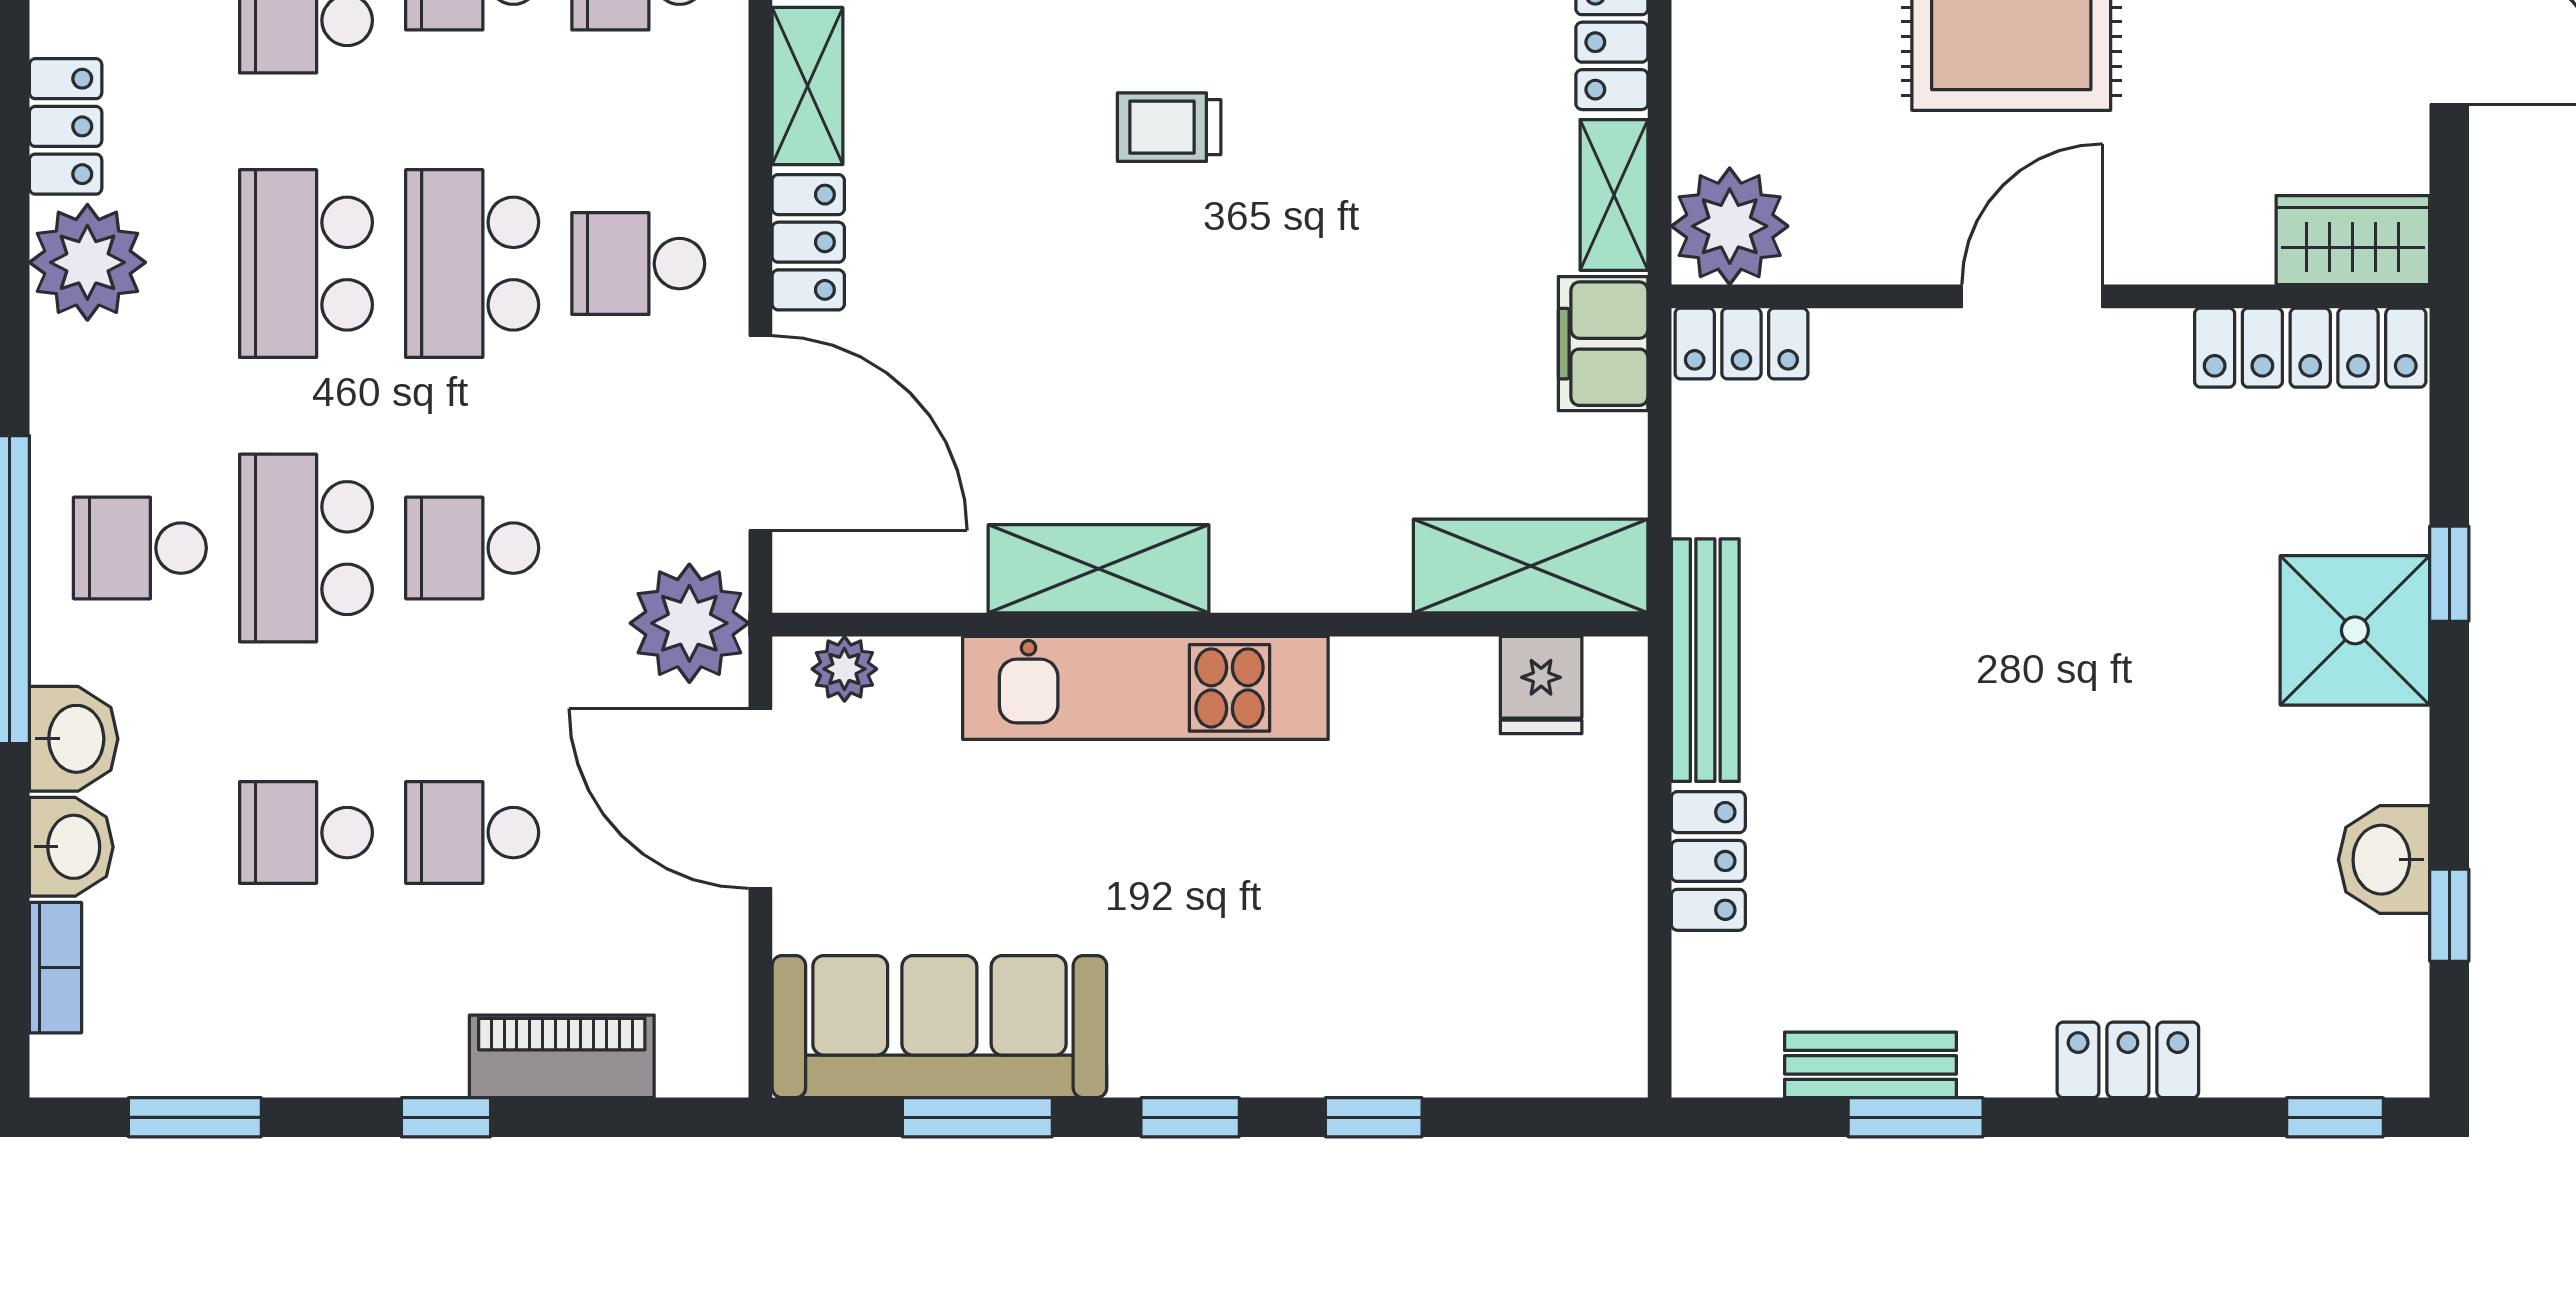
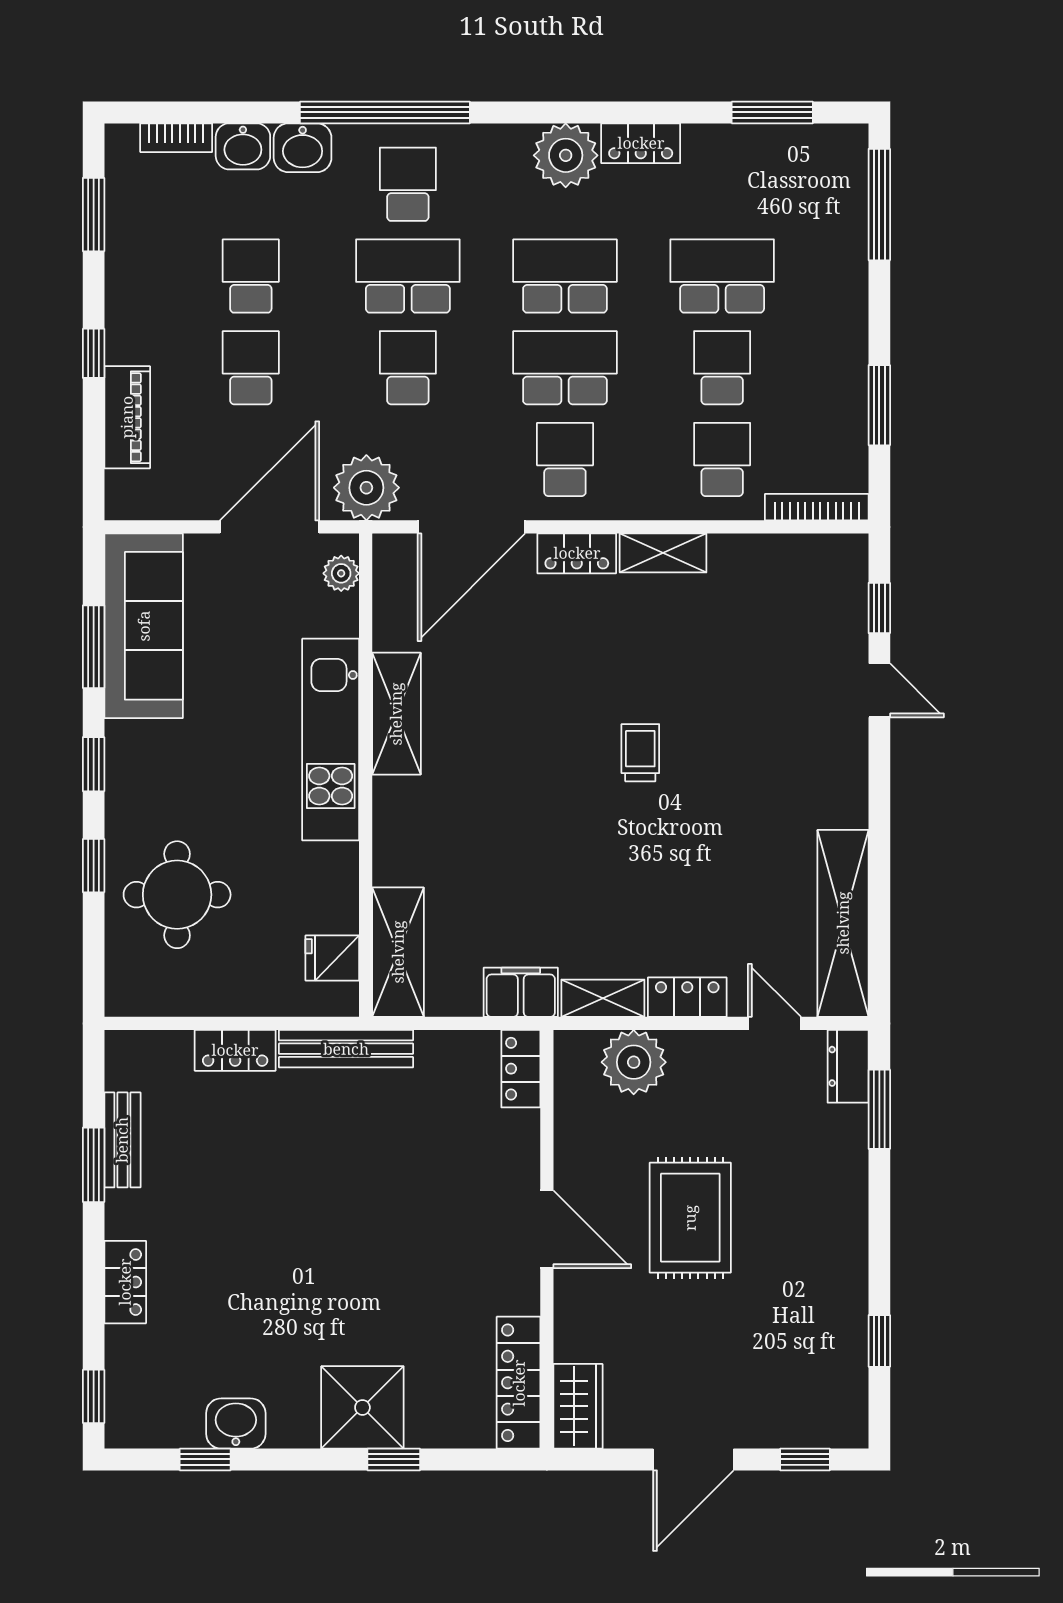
plant: (1730, 226) -> (634, 1062), moved
round table: (1426, 966) -> (177, 895), added

